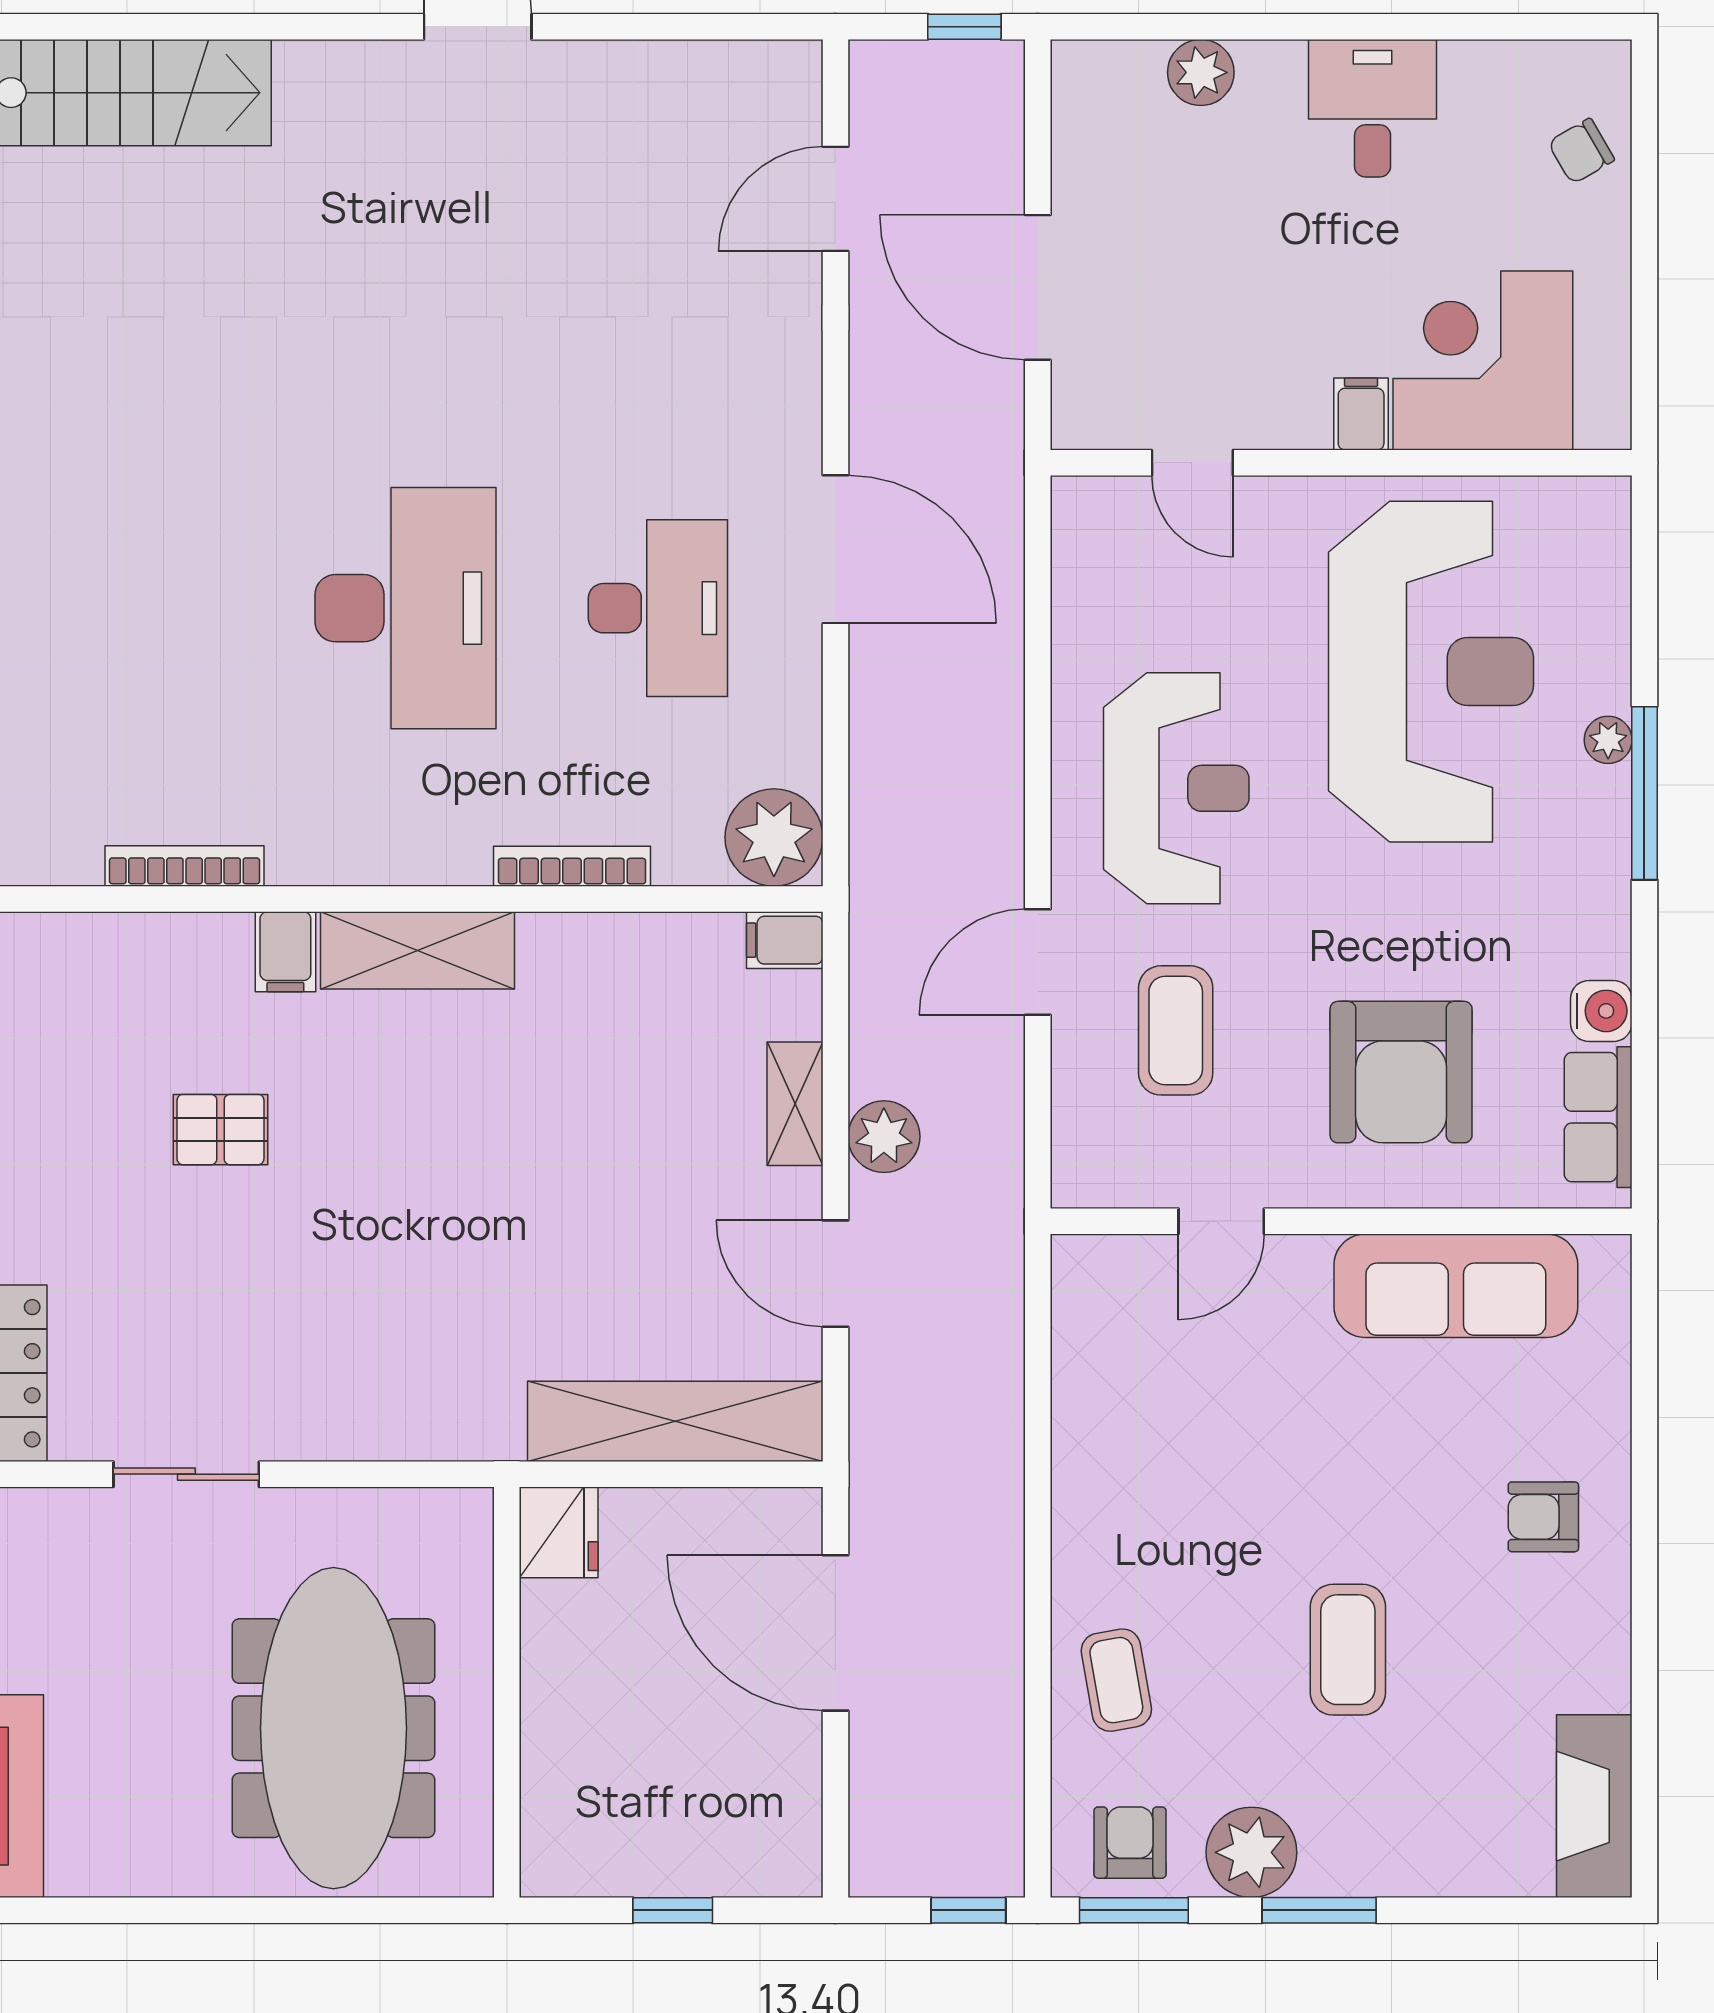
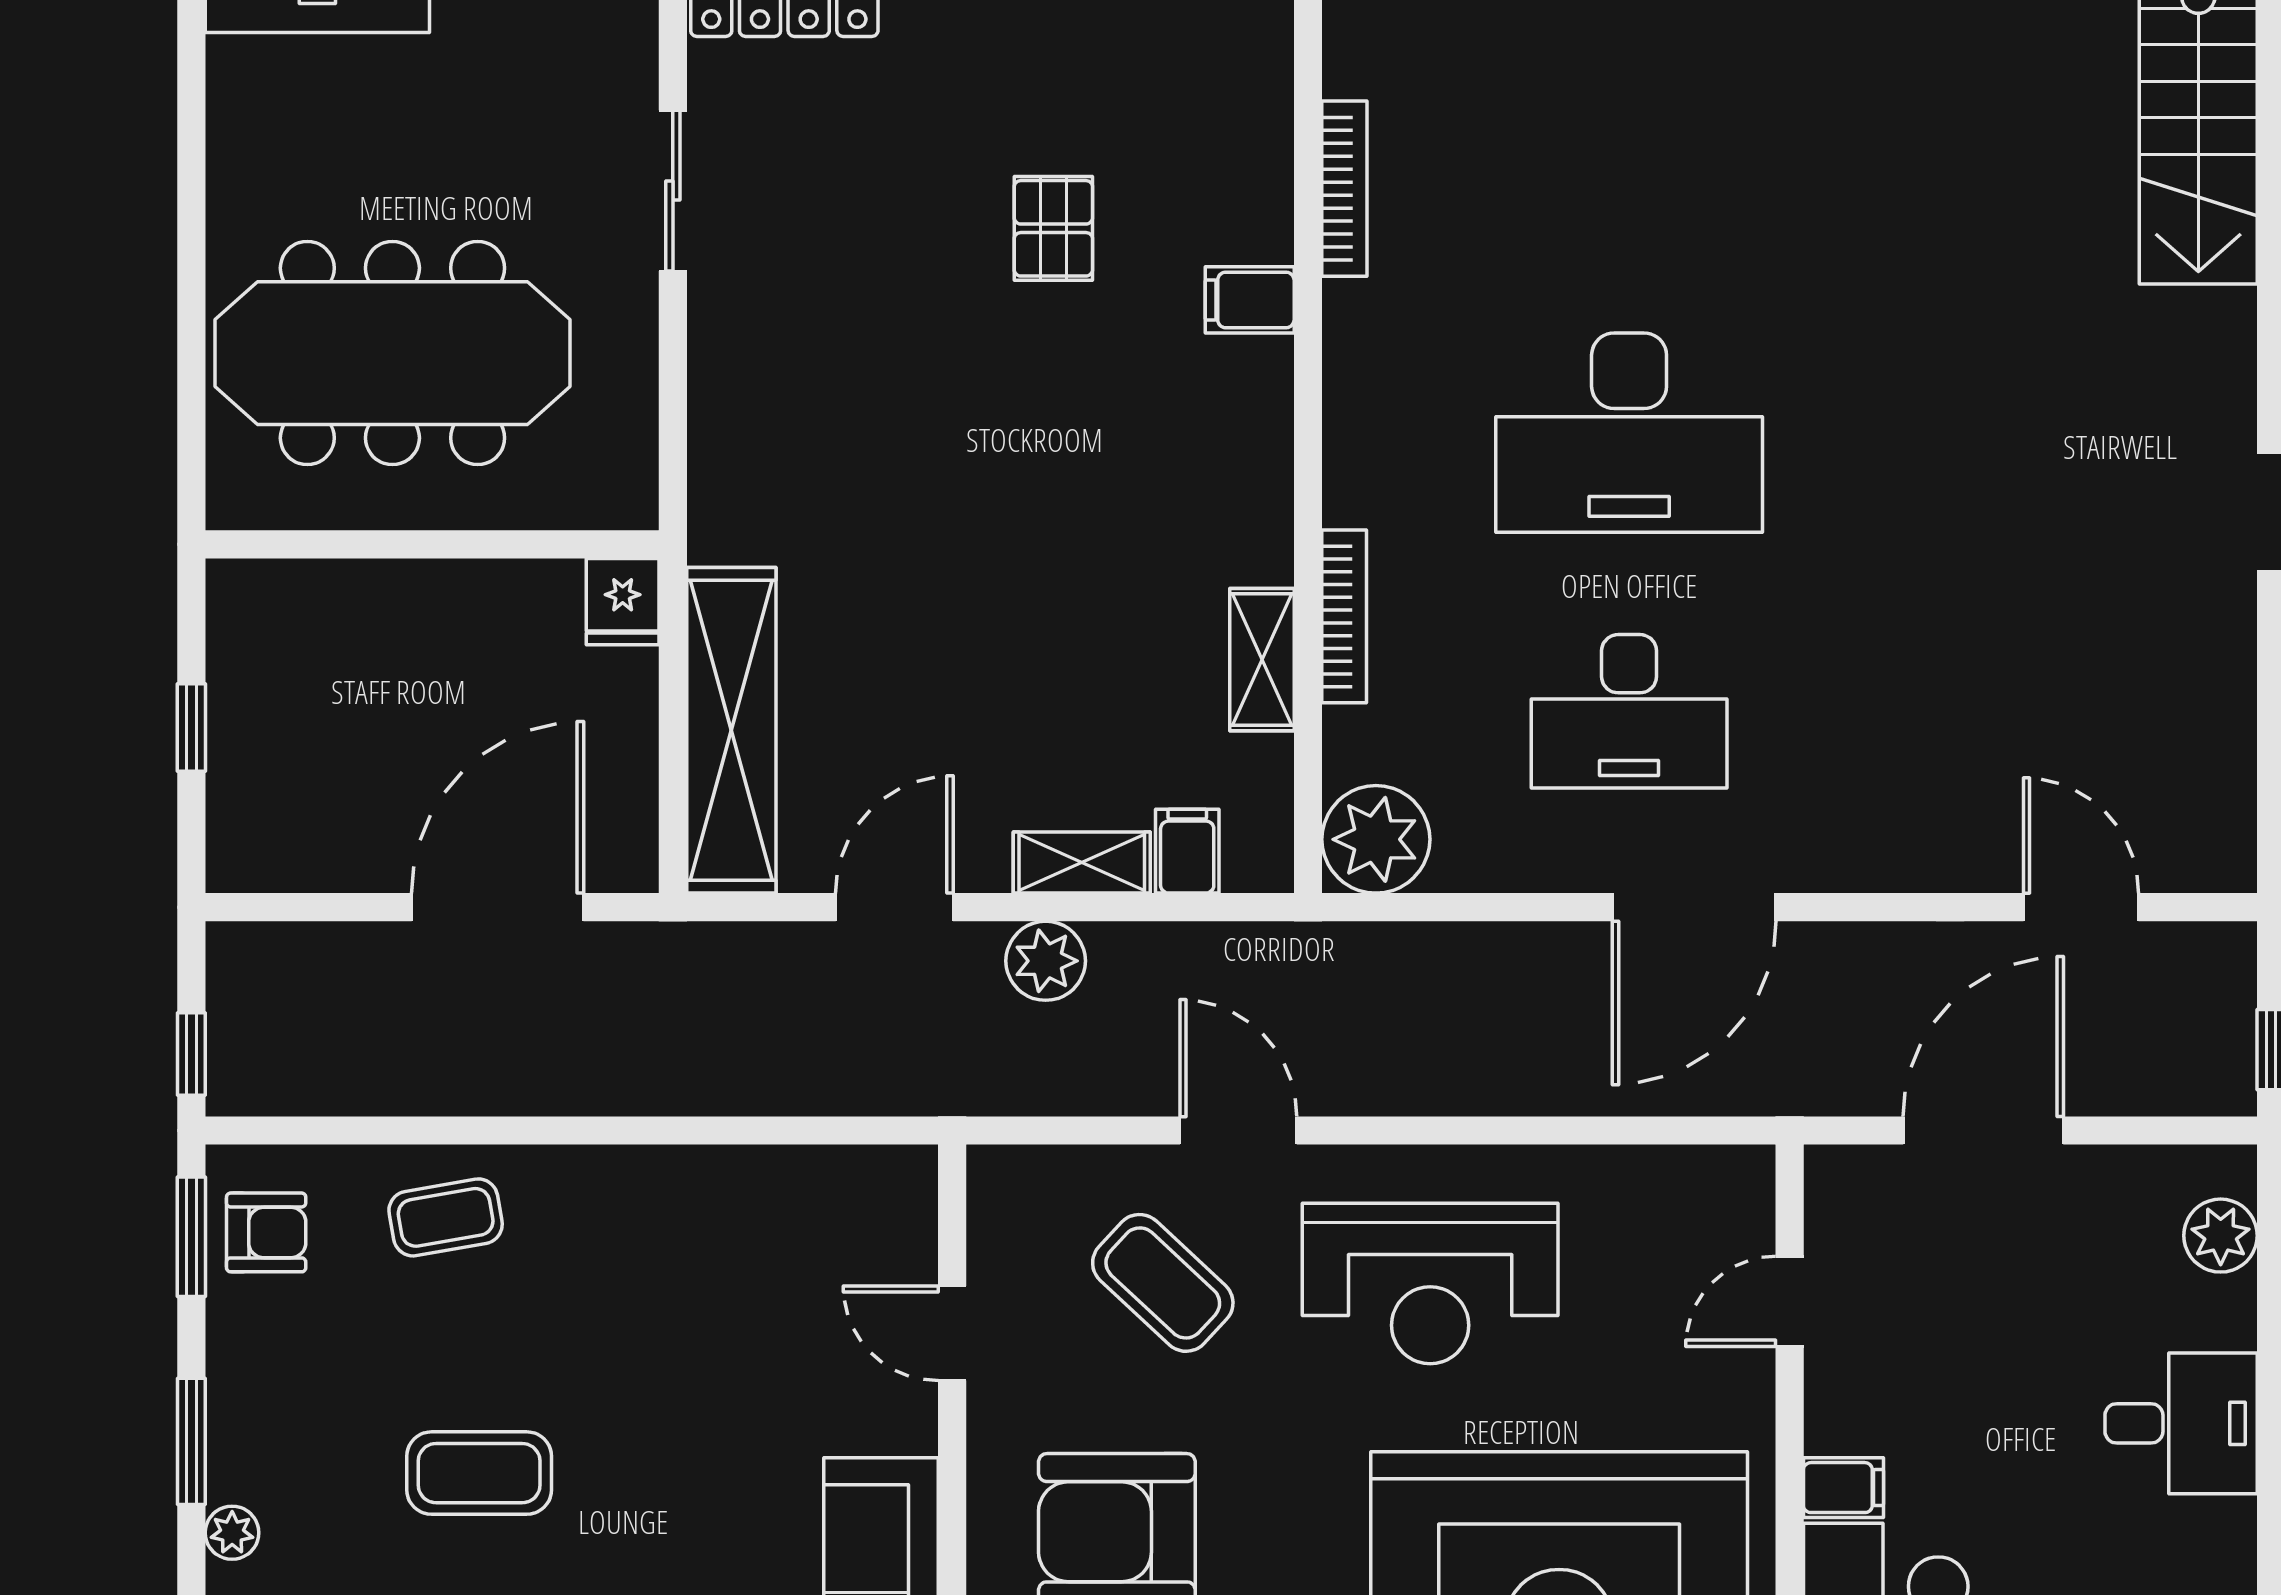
plant: (1201, 72) -> (2221, 1236), moved
desk: (1373, 108) -> (2181, 1423), moved
filing cabinet: (785, 940) -> (1187, 851), moved
shelving: (417, 950) -> (1262, 660), moved, width x0.67, depth x0.75
coffee table: (1176, 1030) -> (1163, 1283), turned 43
fridge: (559, 1532) -> (623, 602), width x0.72
plant: (1251, 1852) -> (232, 1533), moved, width x0.53, depth x0.53

